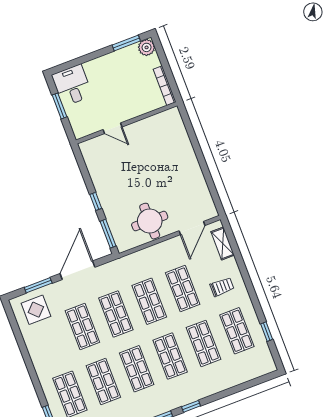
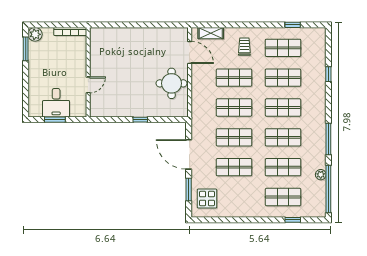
desk: (72, 85) -> (56, 103), moved, turned -90
window: (108, 234) -> (169, 120), removed
window: (191, 406) -> (328, 74), moved

